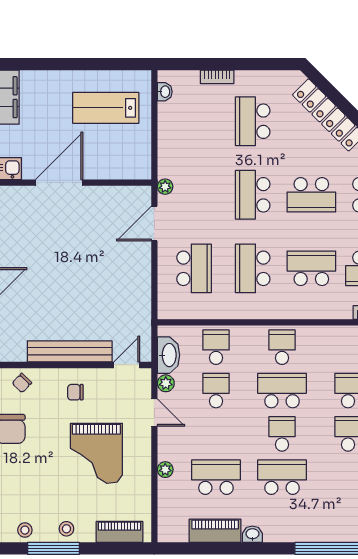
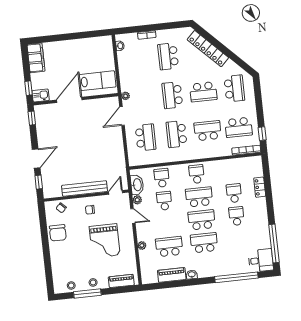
lab bench: (106, 108) -> (98, 81), moved, turned 180
school desk: (282, 434) -> (202, 220), width x1.85

